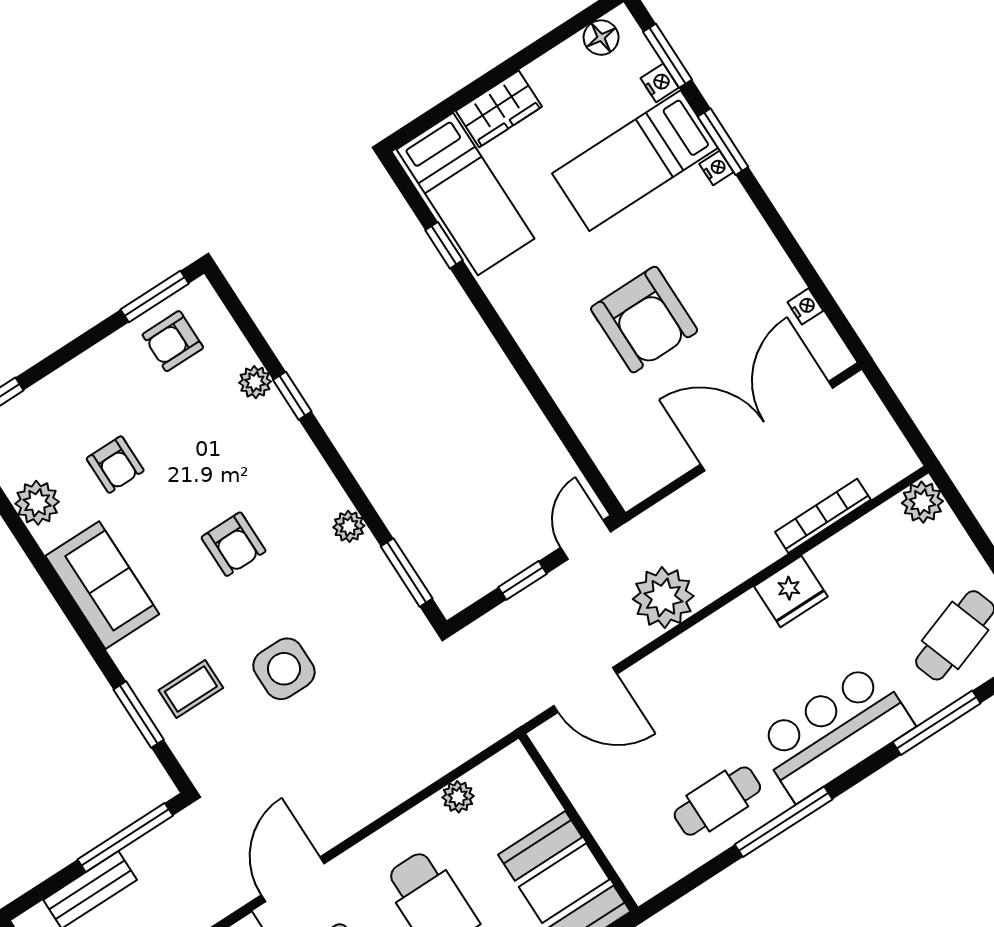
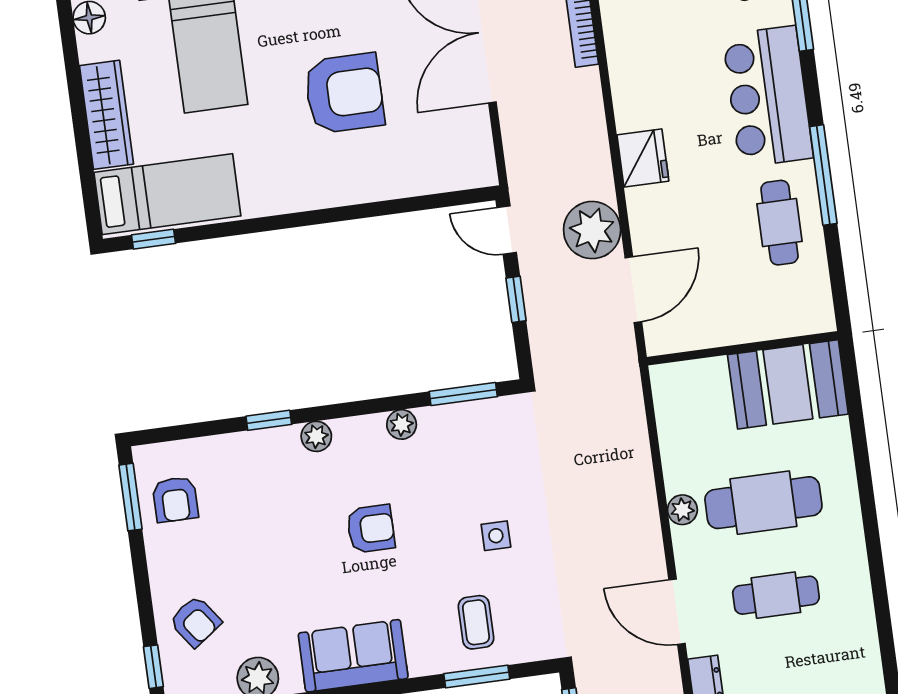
wardrobe: (499, 109) -> (106, 115), width x1.50
window: (444, 245) -> (154, 239), moved
plant: (255, 382) -> (316, 436), moved
armchair: (115, 465) -> (195, 622), moved, turned 54
fridge: (791, 591) -> (643, 158), moved
plant: (663, 597) -> (592, 230), moved
side table: (284, 669) -> (496, 536), width x0.54, depth x0.54
plant: (458, 797) -> (682, 510), moved

